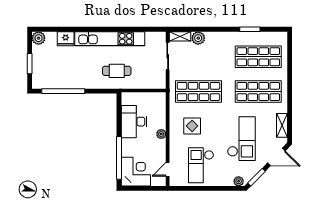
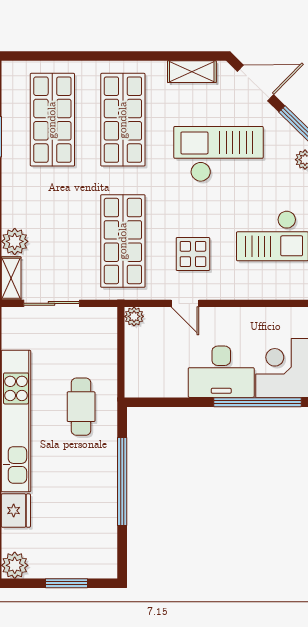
window: (63, 91) -> (122, 482), moved
desk: (134, 122) -> (221, 372), moved
plant: (161, 134) -> (134, 316), moved
door: (276, 157) -> (256, 83), hinge flipped
door: (168, 169) -> (185, 303), moved

